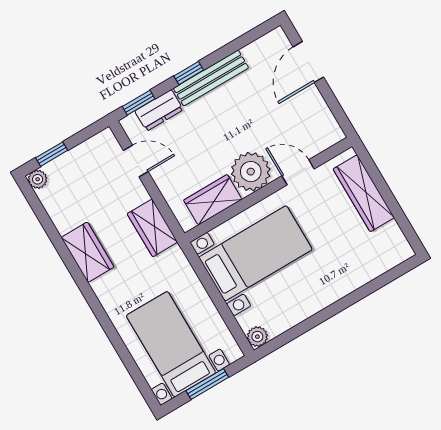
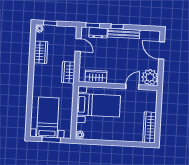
door: (308, 62) -> (162, 51), hinge flipped
plant: (251, 172) -> (150, 77), moved
door: (298, 172) -> (132, 87), hinge flipped
wardrobe: (364, 193) -> (150, 127), moved
wardrobe: (88, 252) -> (41, 52), moved

